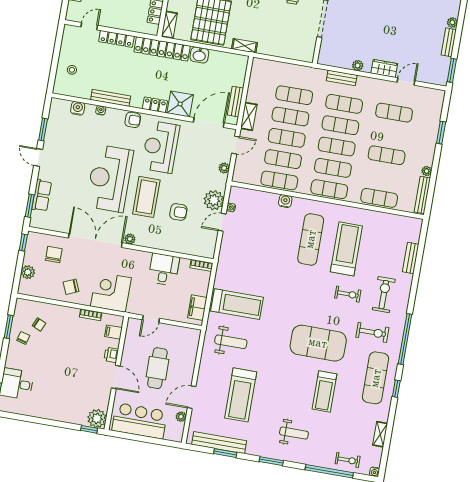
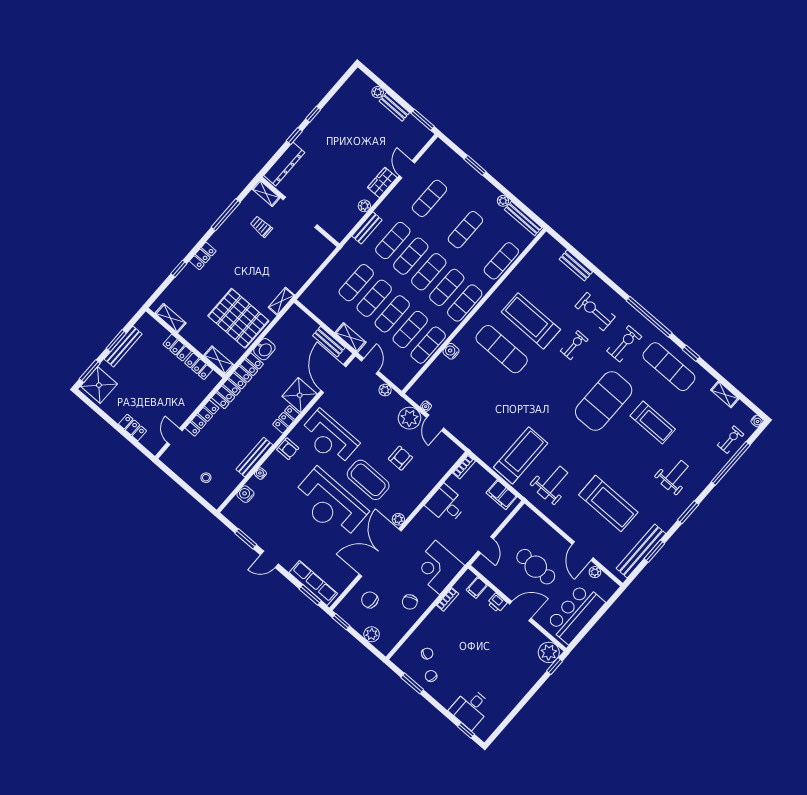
armchair: (133, 120) -> (288, 449), turned 90
row of seats: (42, 195) -> (313, 583), width x1.48

